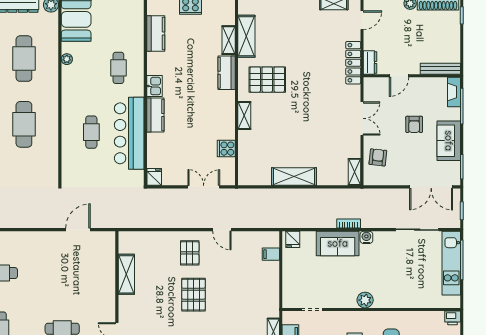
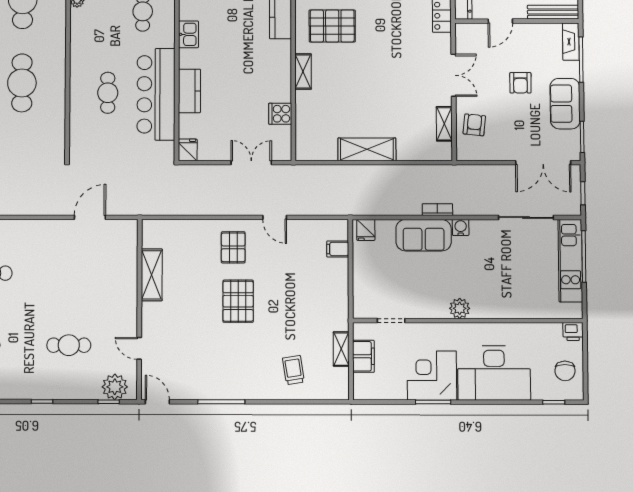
kitchen counter: (155, 115) -> (189, 91), moved
shelving: (354, 172) -> (444, 124), moved

